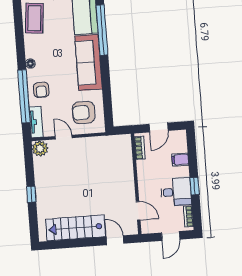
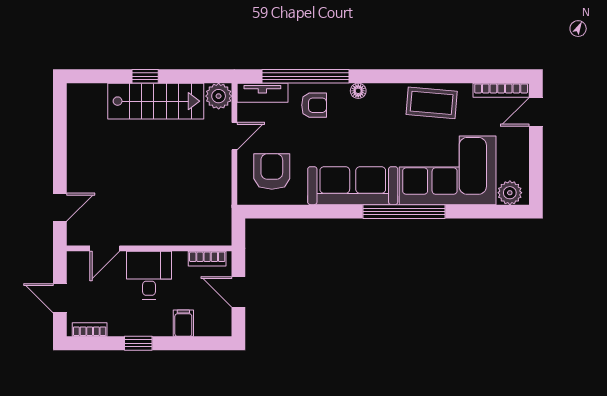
armchair: (41, 90) -> (314, 105), turned 180
desk: (176, 192) -> (149, 275), moved, turned 180
stairs: (76, 228) -> (156, 101), moved, turned 90

